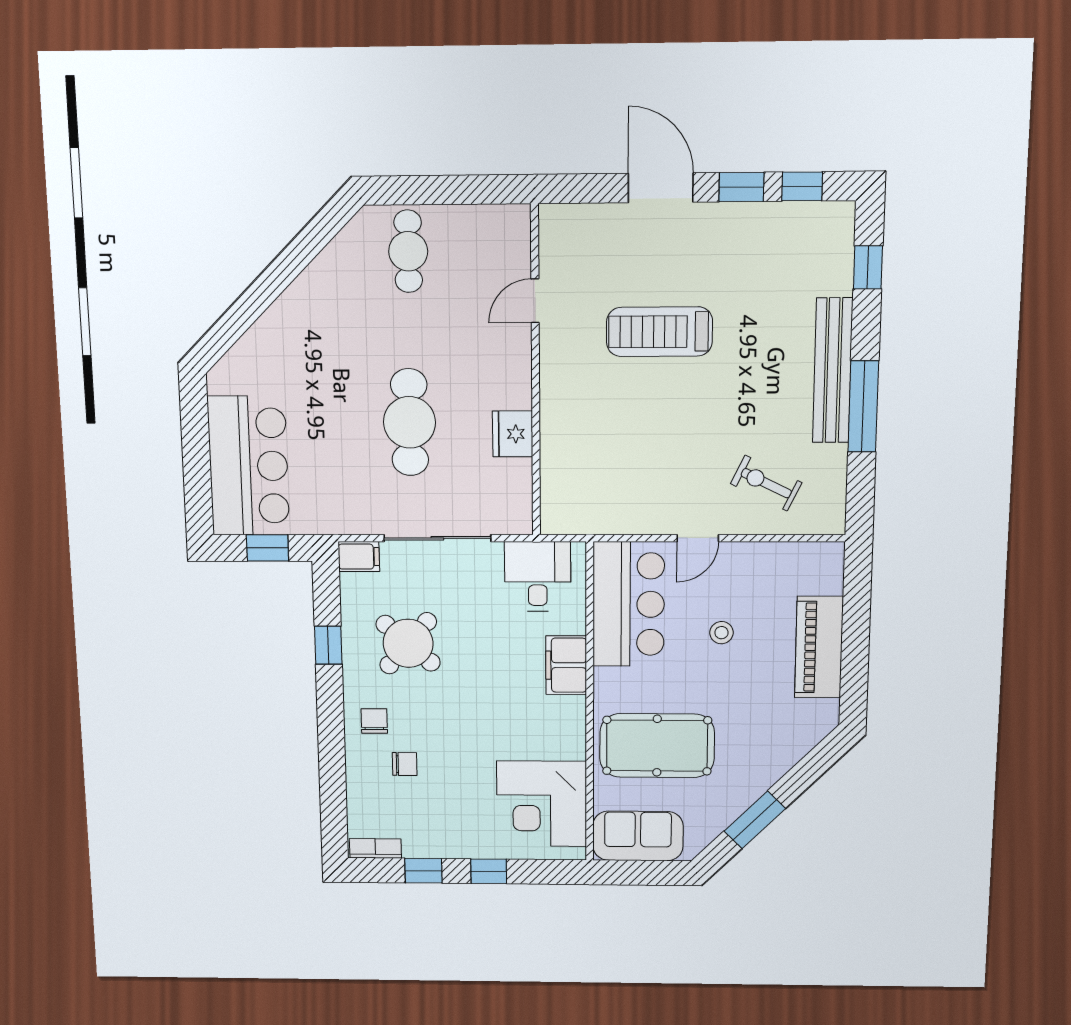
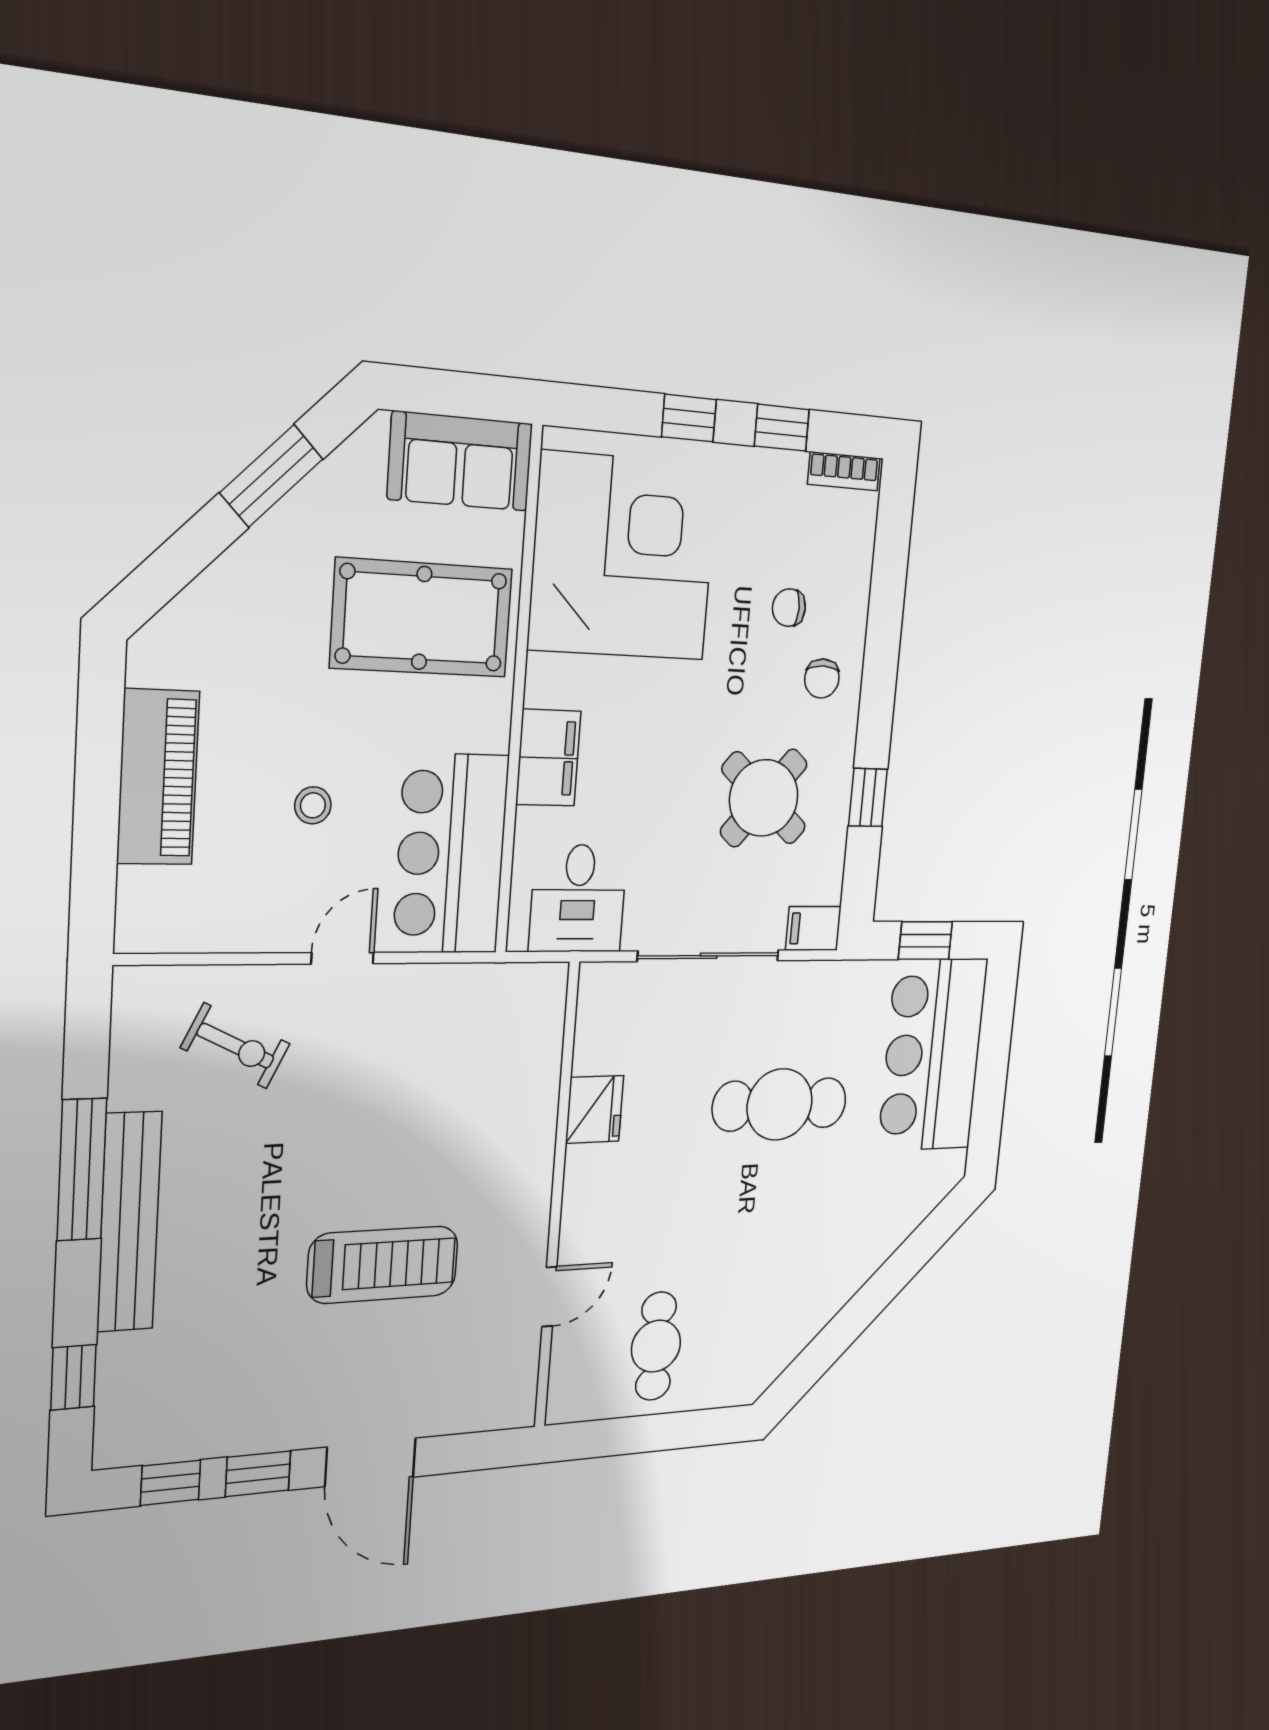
cafe table: (408, 251) -> (656, 1346), moved
cafe table: (409, 422) -> (780, 1104), moved, turned 90
corner desk: (542, 804) -> (623, 557), width x1.36, depth x1.36

